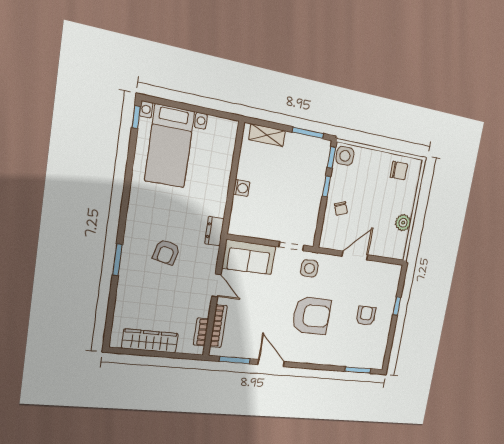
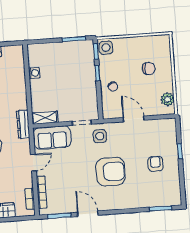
shelving: (267, 135) -> (45, 118), moved
chair: (399, 171) -> (149, 69), moved
washing machine: (242, 188) -> (34, 73), moved
plant: (403, 223) -> (168, 99), moved
dresser: (214, 231) -> (23, 124), width x1.44
door: (355, 255) -> (134, 119), hinge flipped
door: (216, 285) -> (33, 163), hinge flipped

